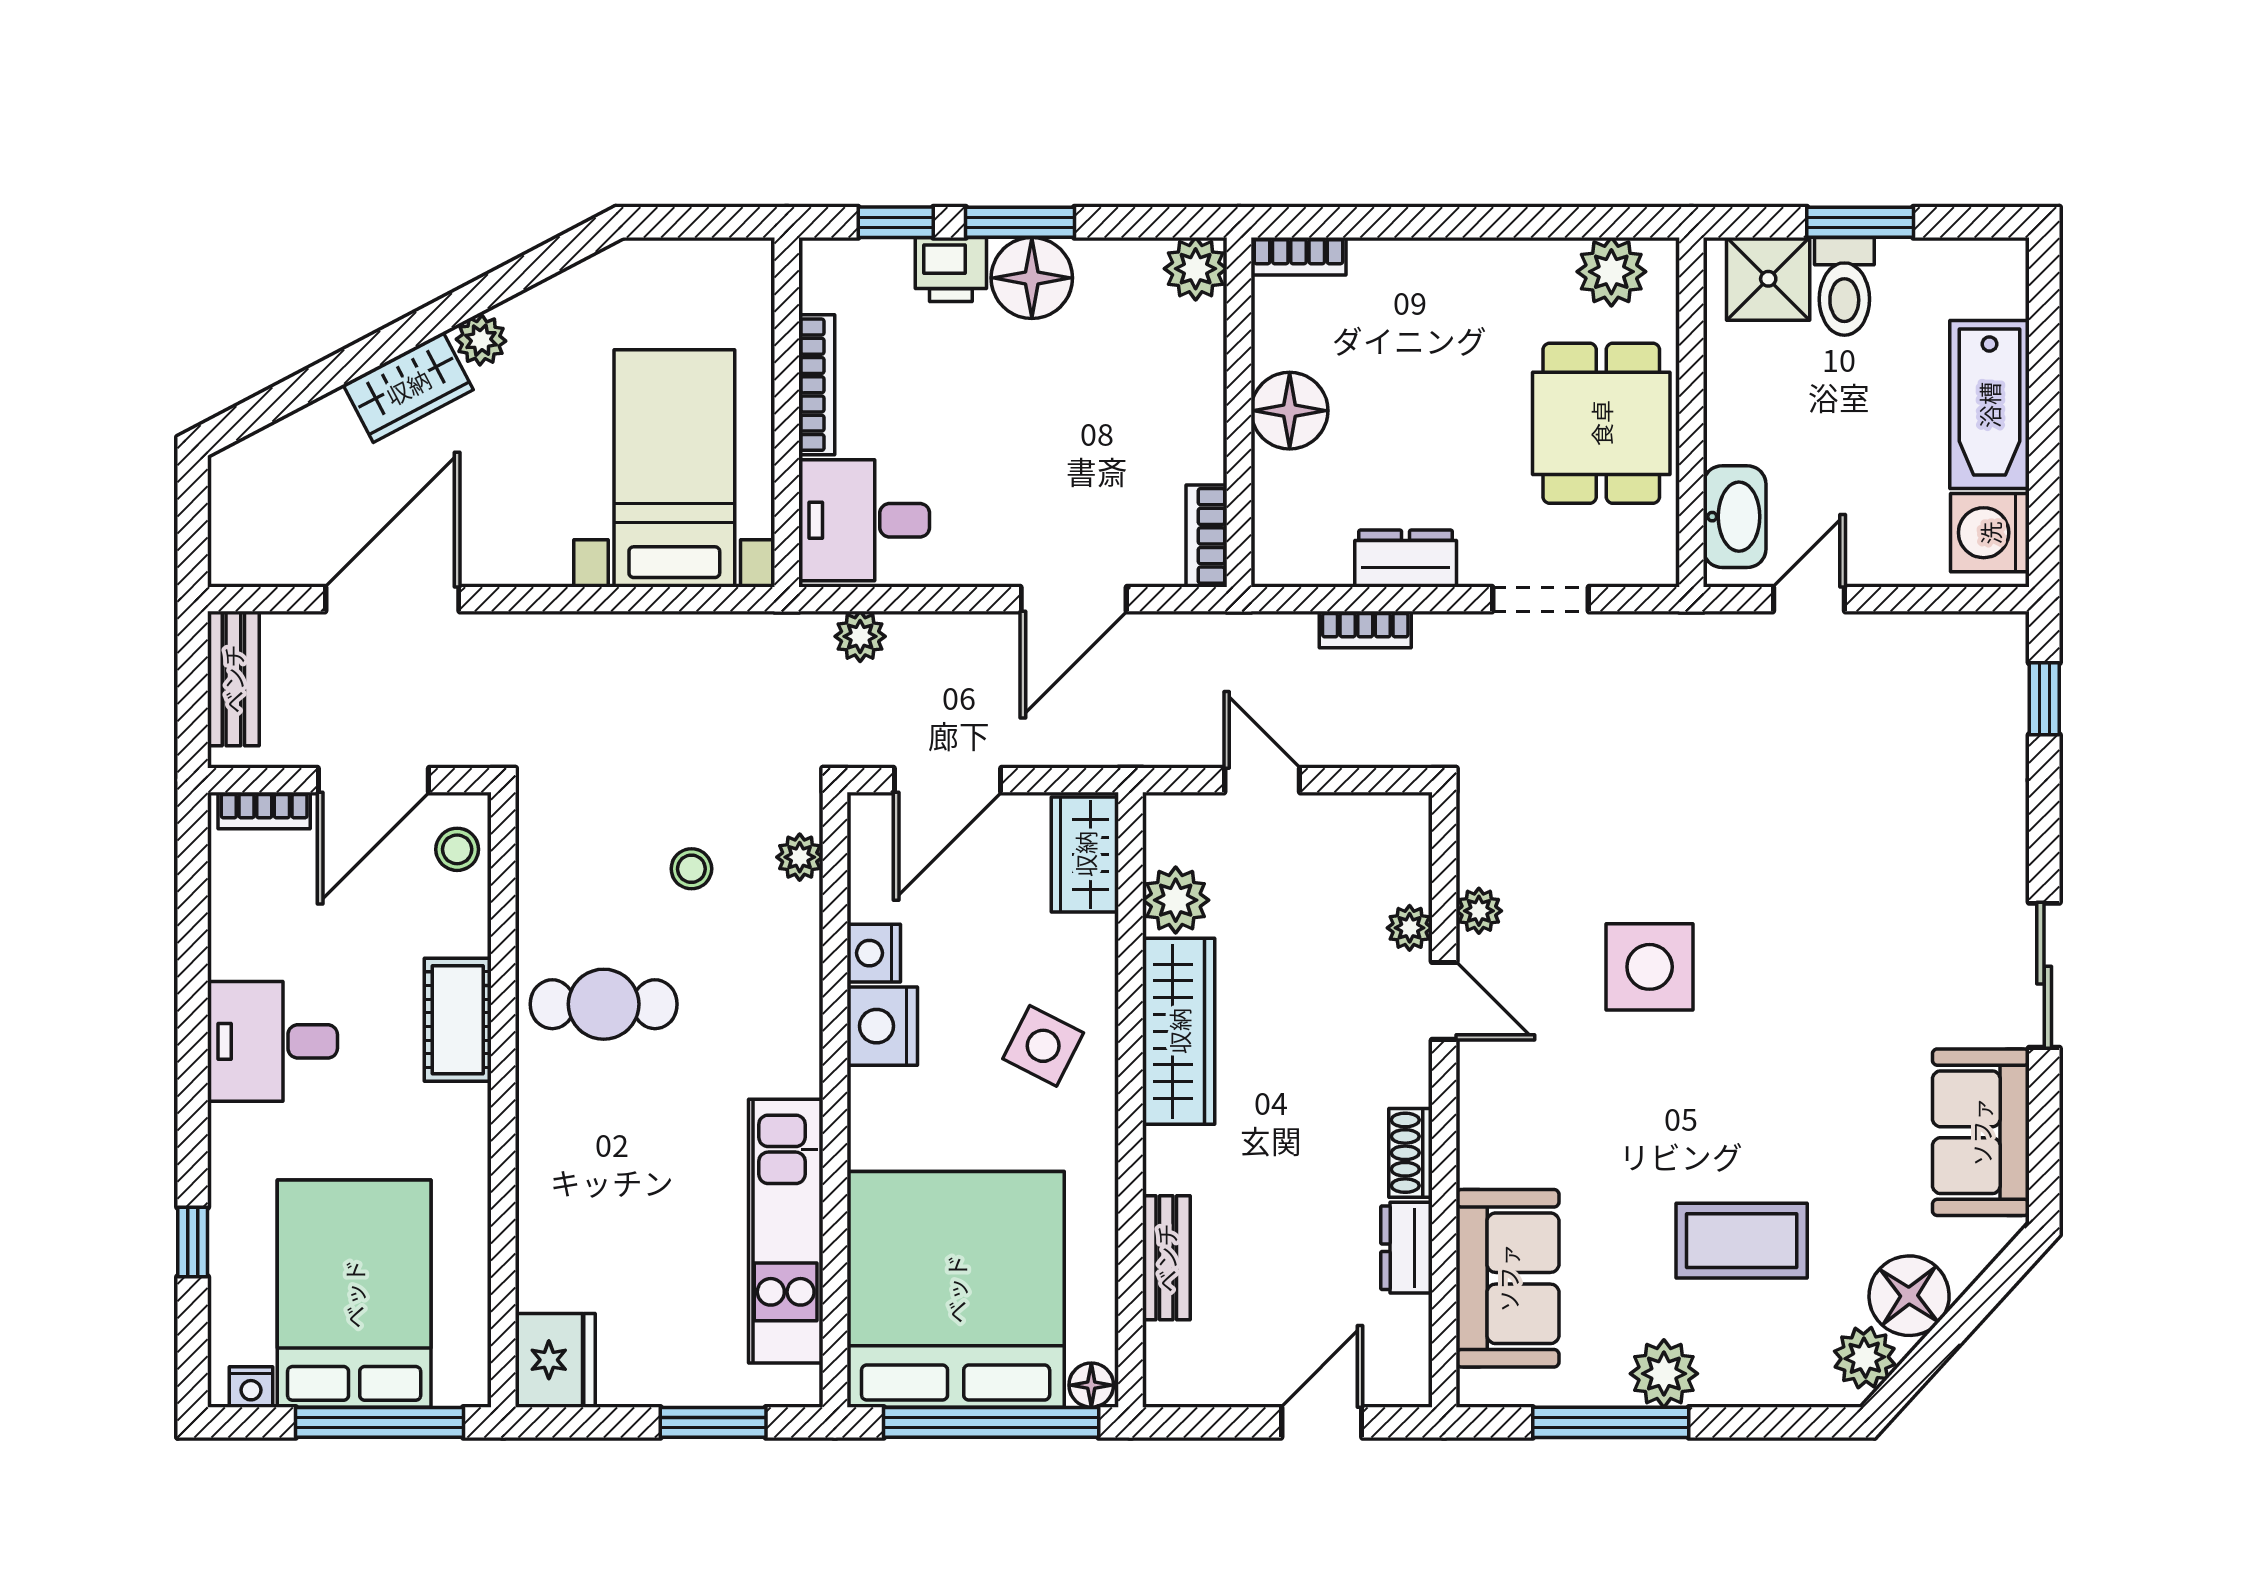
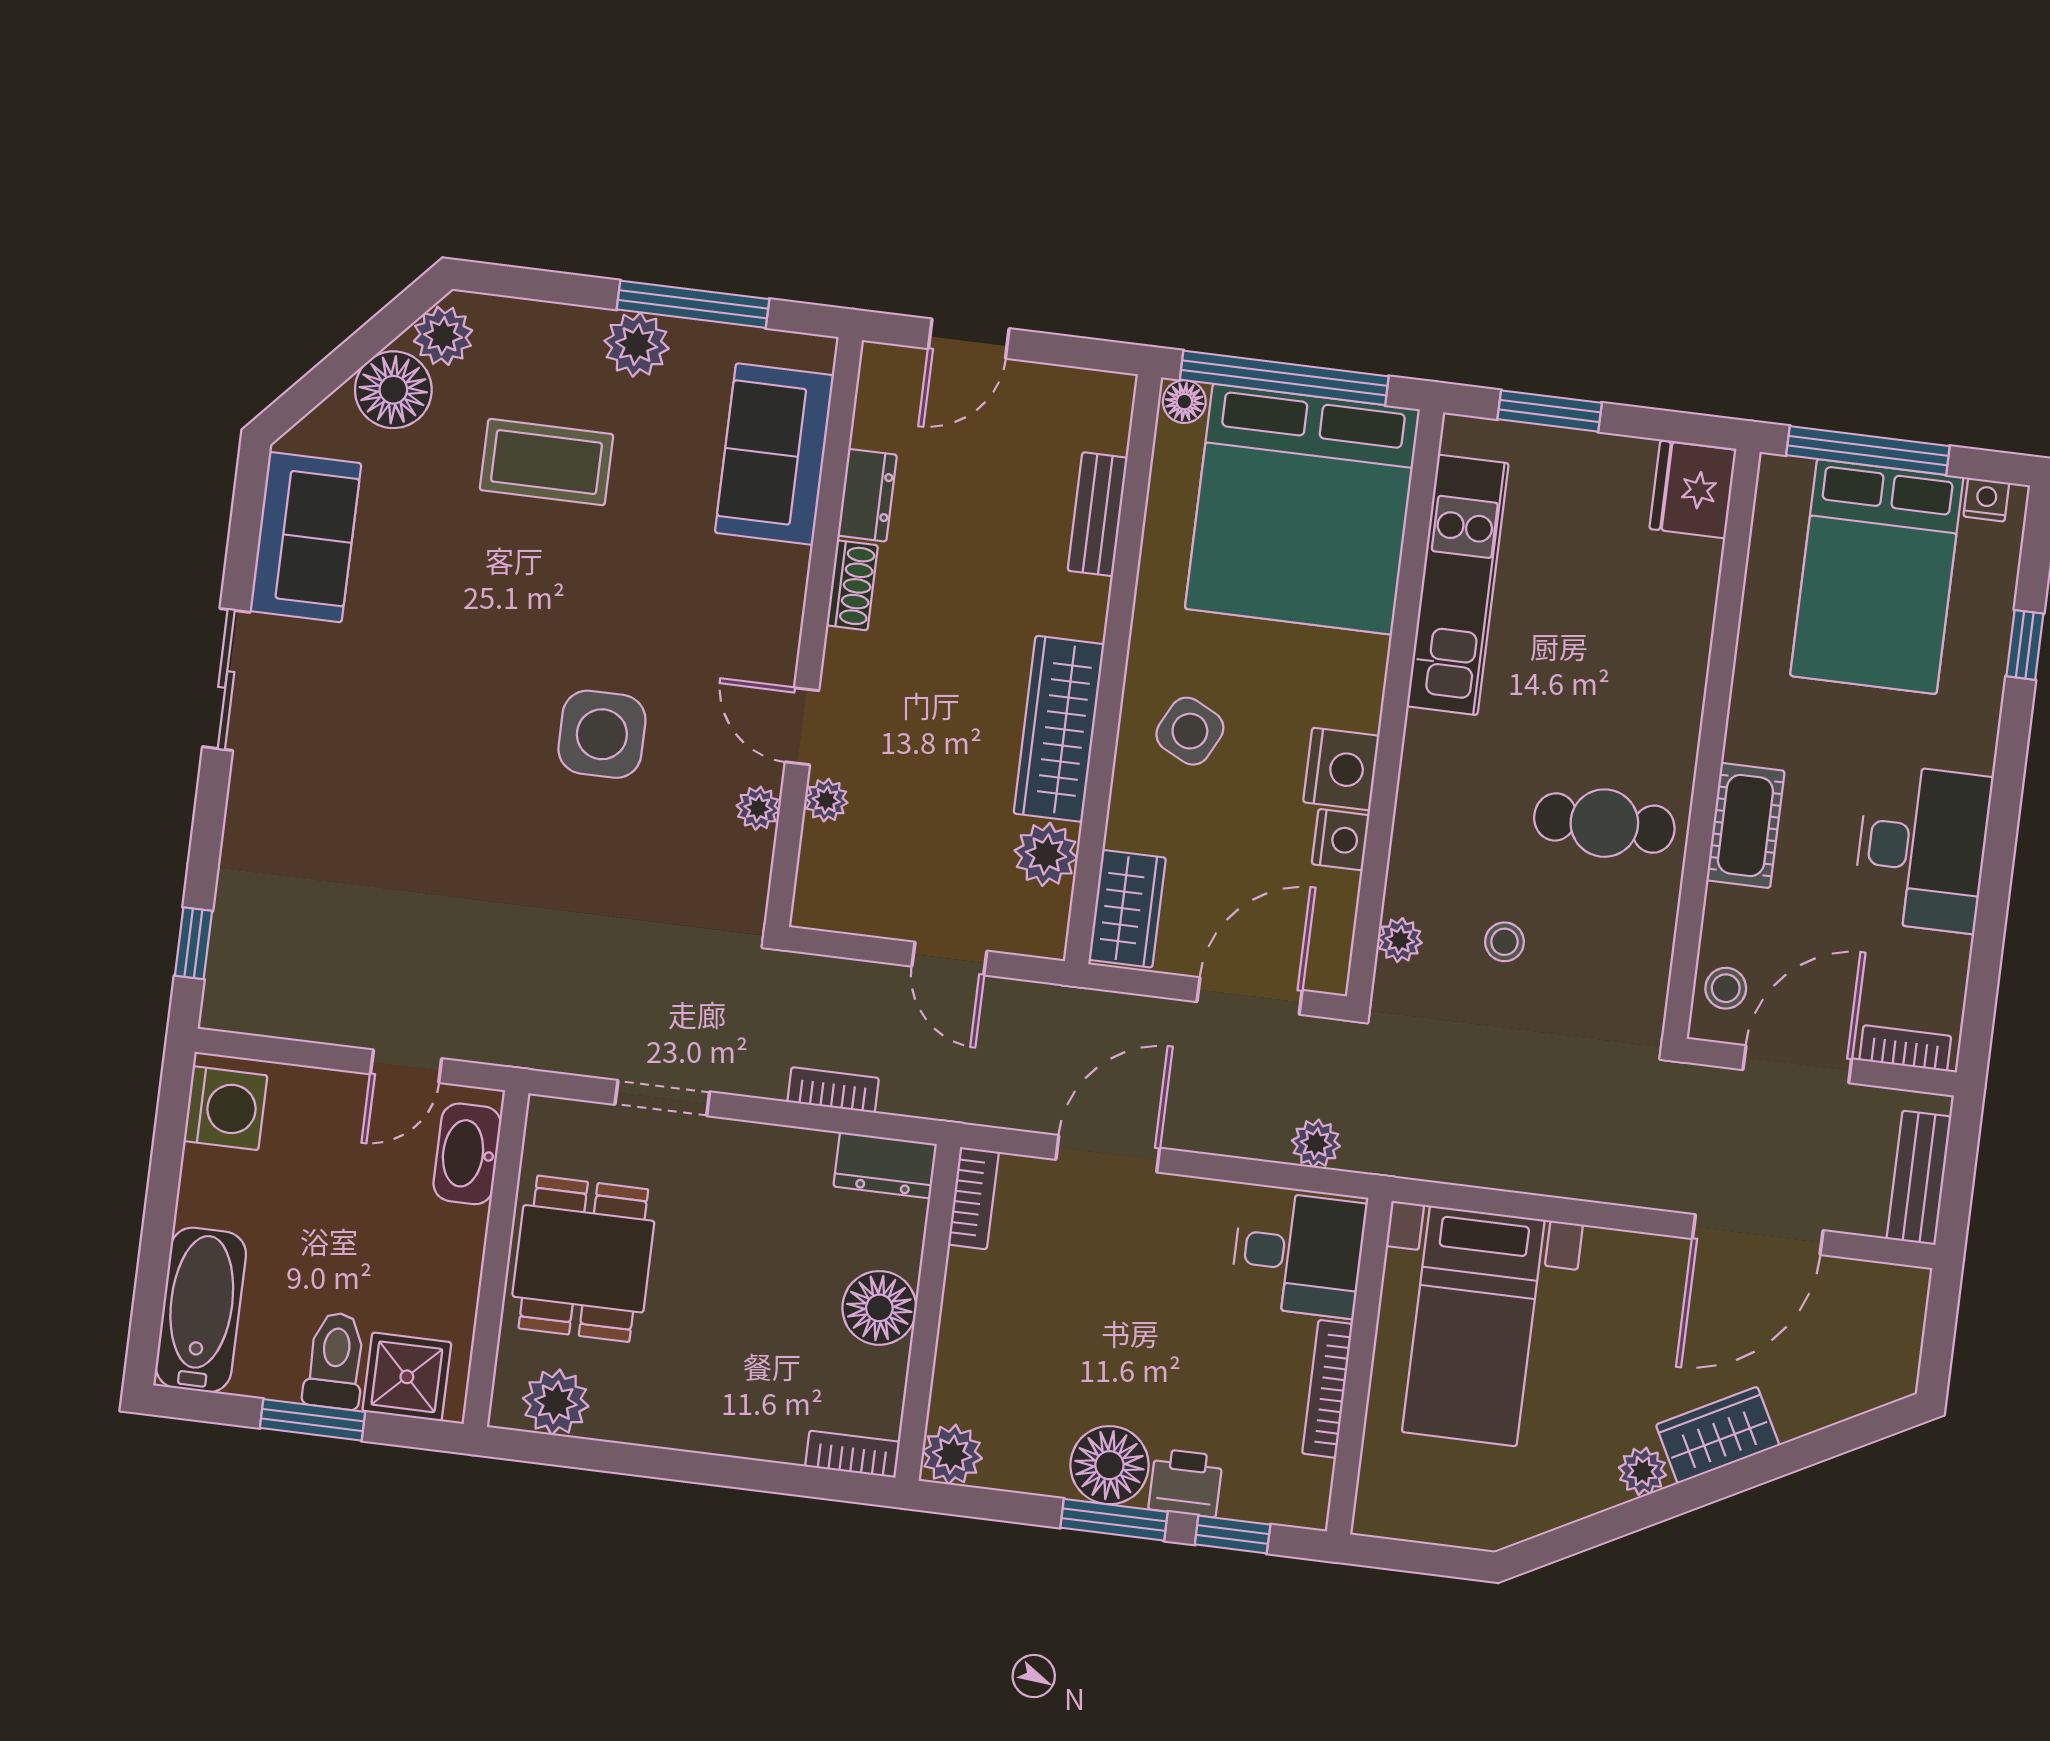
bathtub: (1989, 405) -> (201, 1310), moved
dresser: (1406, 559) -> (885, 1165), moved
desk: (272, 1041) -> (1922, 848), width x1.37

